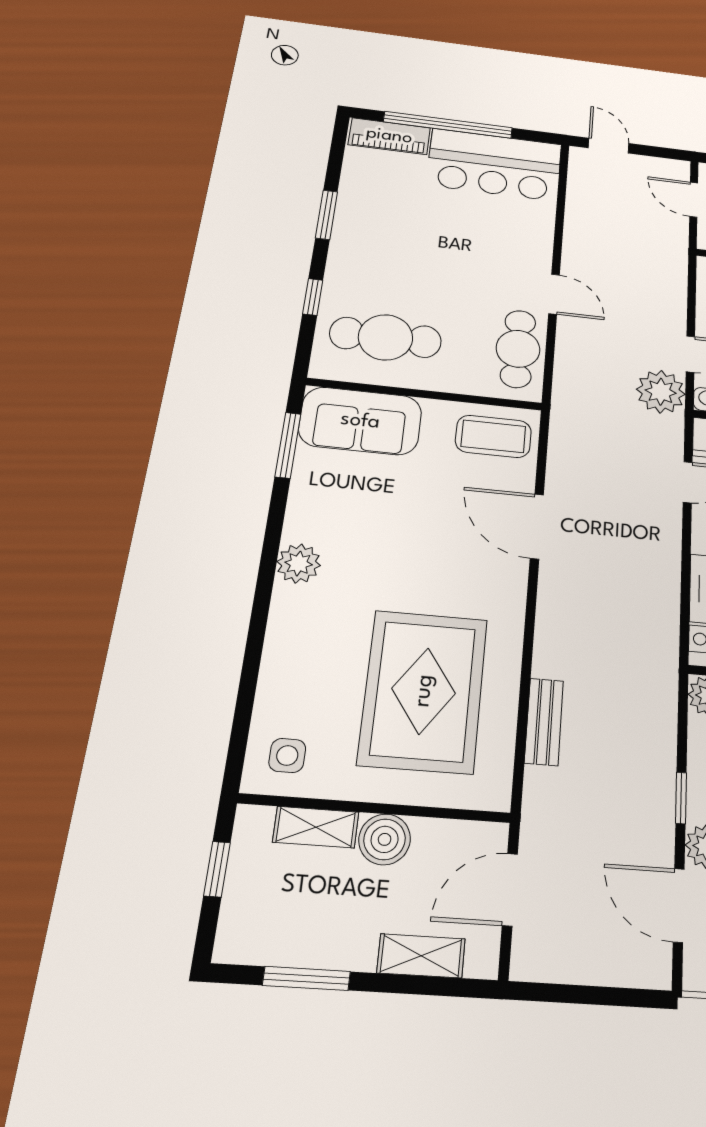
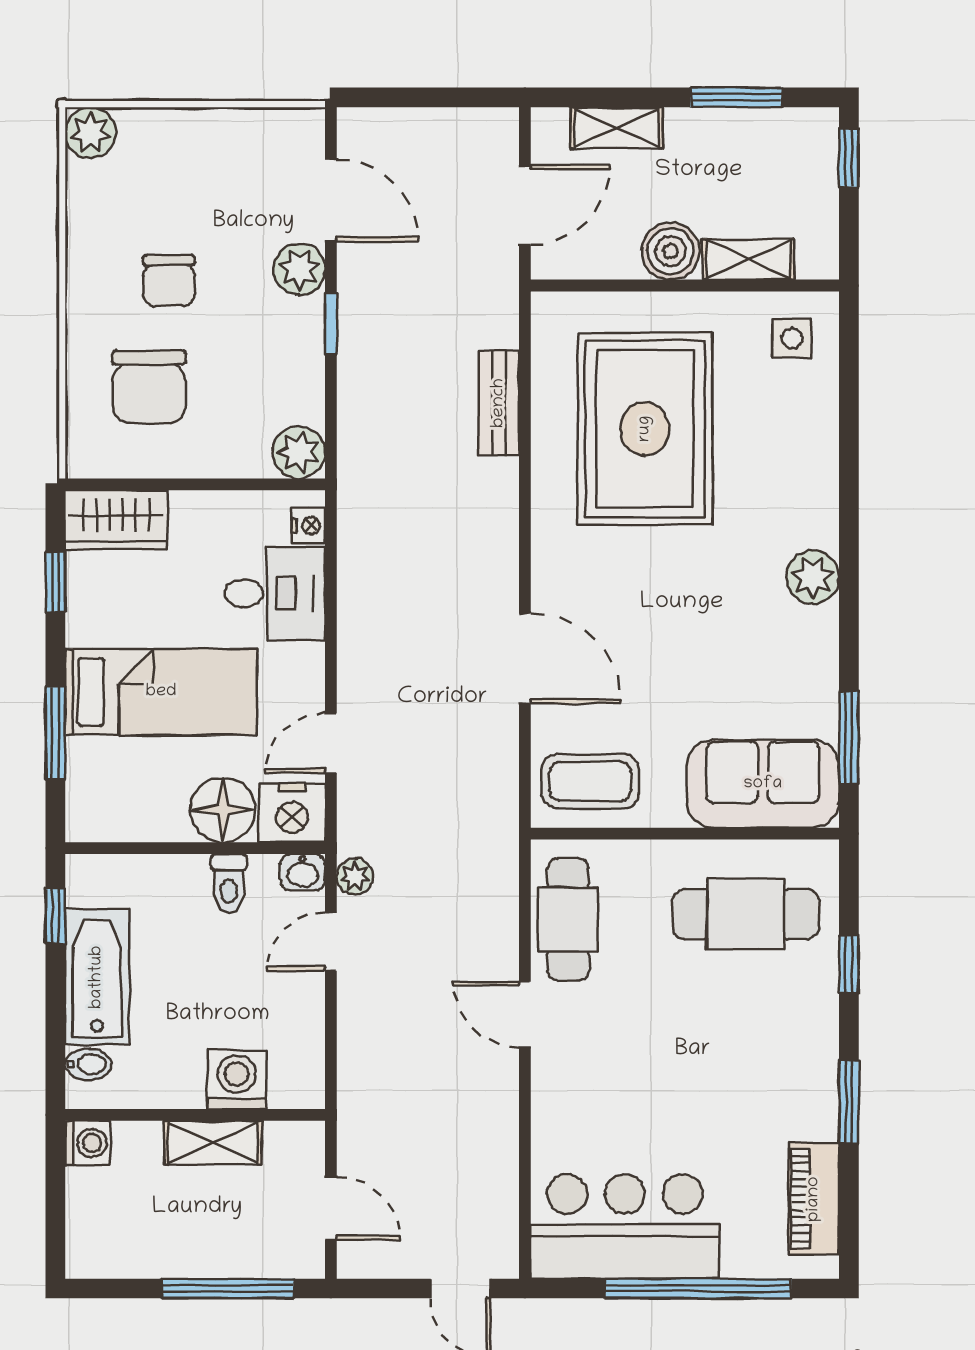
piano: (389, 136) -> (814, 1199), moved, turned -90
plant: (661, 392) -> (355, 877), width x0.53, depth x0.53
window: (217, 869) -> (849, 158), moved

